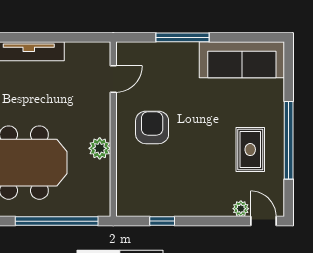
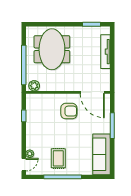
door: (113, 79) -> (92, 92), width x1.87
plant: (100, 148) -> (34, 86), moved
rug: (250, 150) -> (58, 158), turned 90

